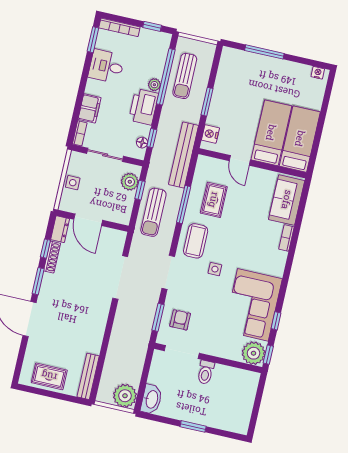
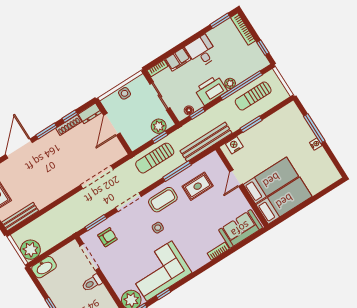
desk: (106, 66) -> (202, 51), moved
nightstand: (318, 73) -> (316, 144), moved

